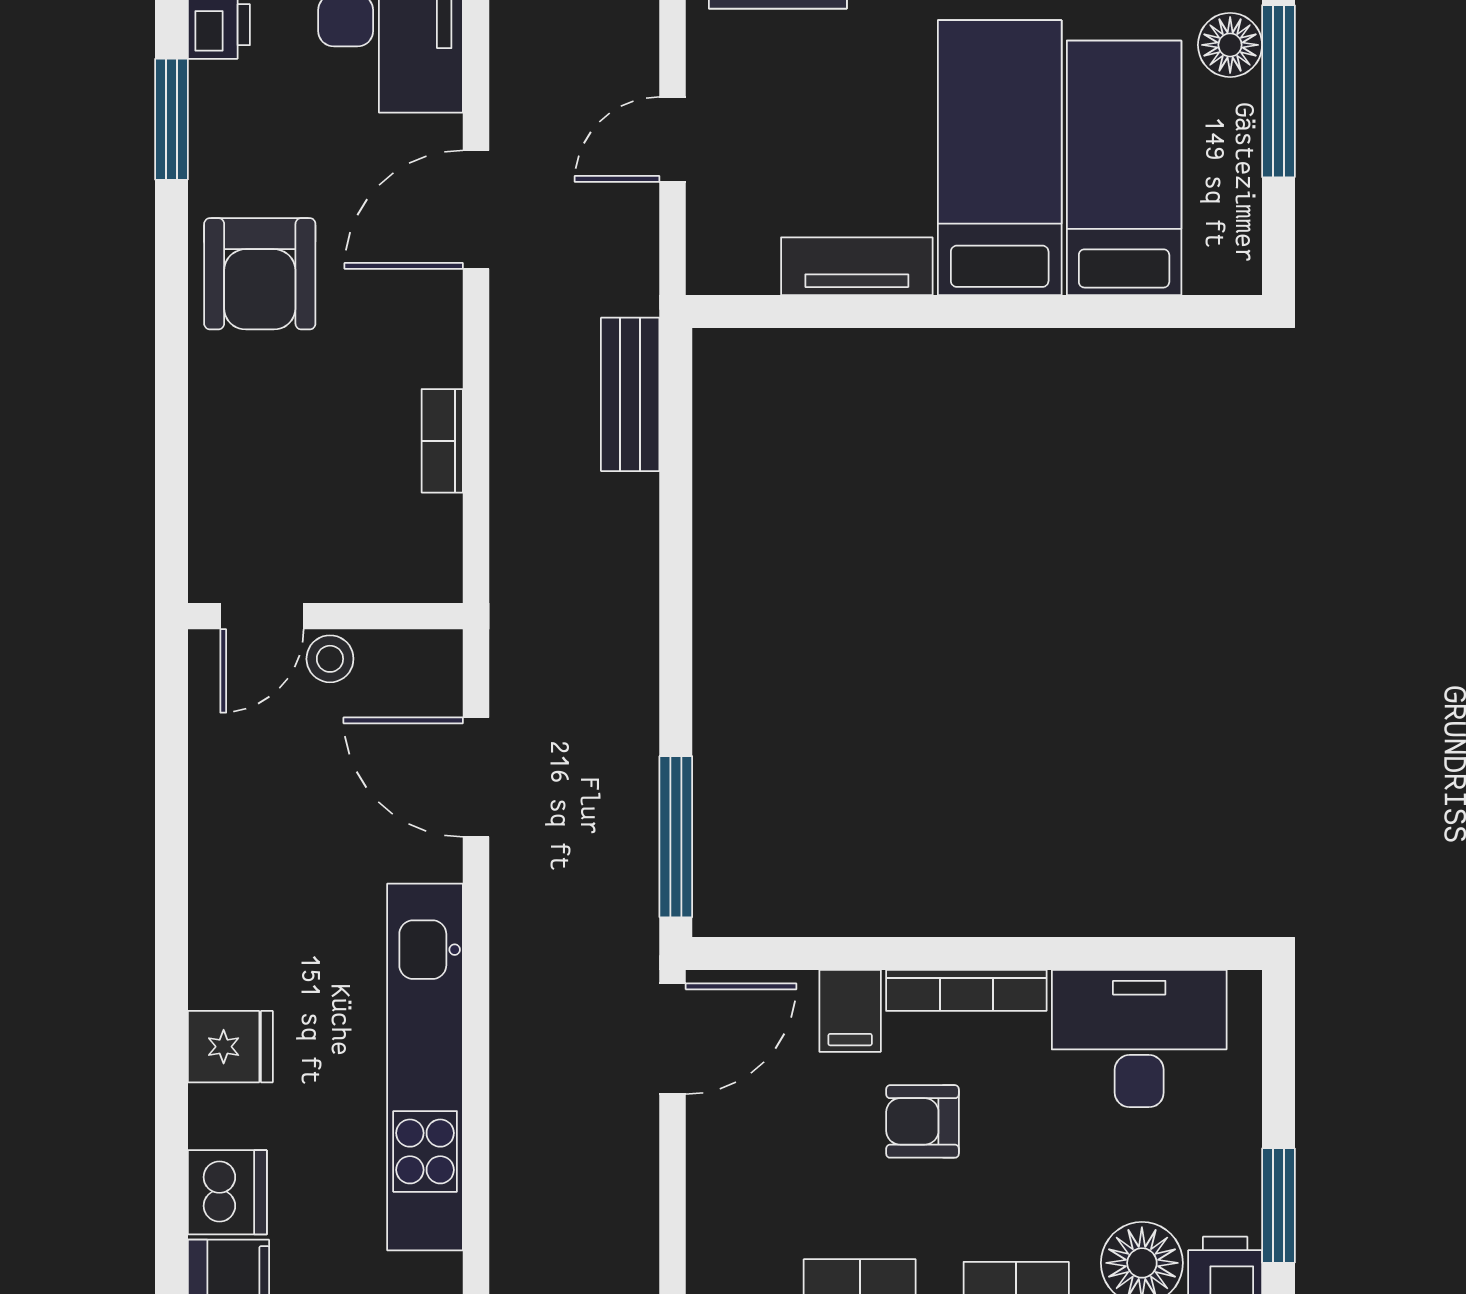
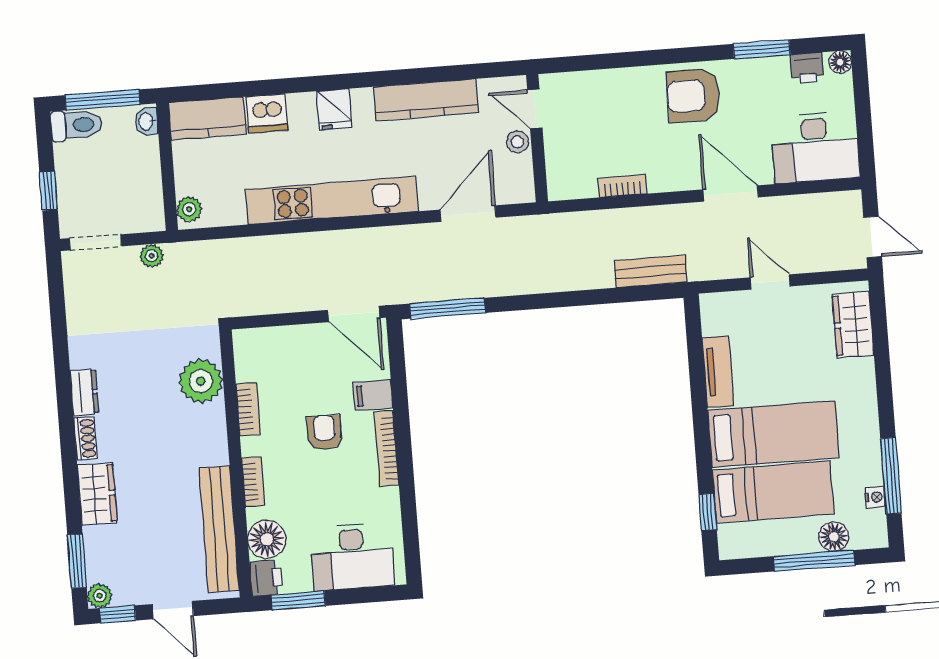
window: (1156, 312) -> (708, 512), added
kitchen counter: (225, 848) -> (426, 100), added
desk: (1139, 1039) -> (352, 557), moved, turned 90

